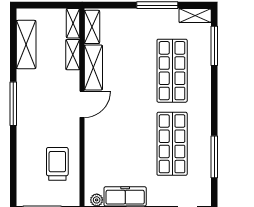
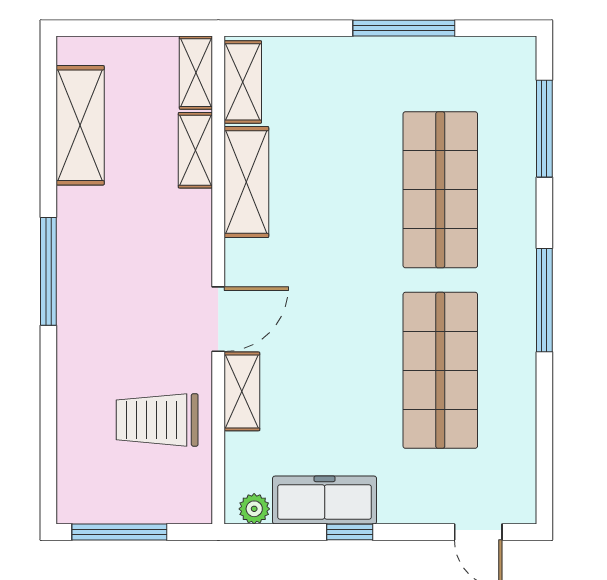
shelving: (195, 16) -> (242, 391), moved, turned 90
door: (82, 104) -> (218, 319), moved
window: (214, 157) -> (544, 300), moved
trolley: (57, 164) -> (157, 420), turned -90

